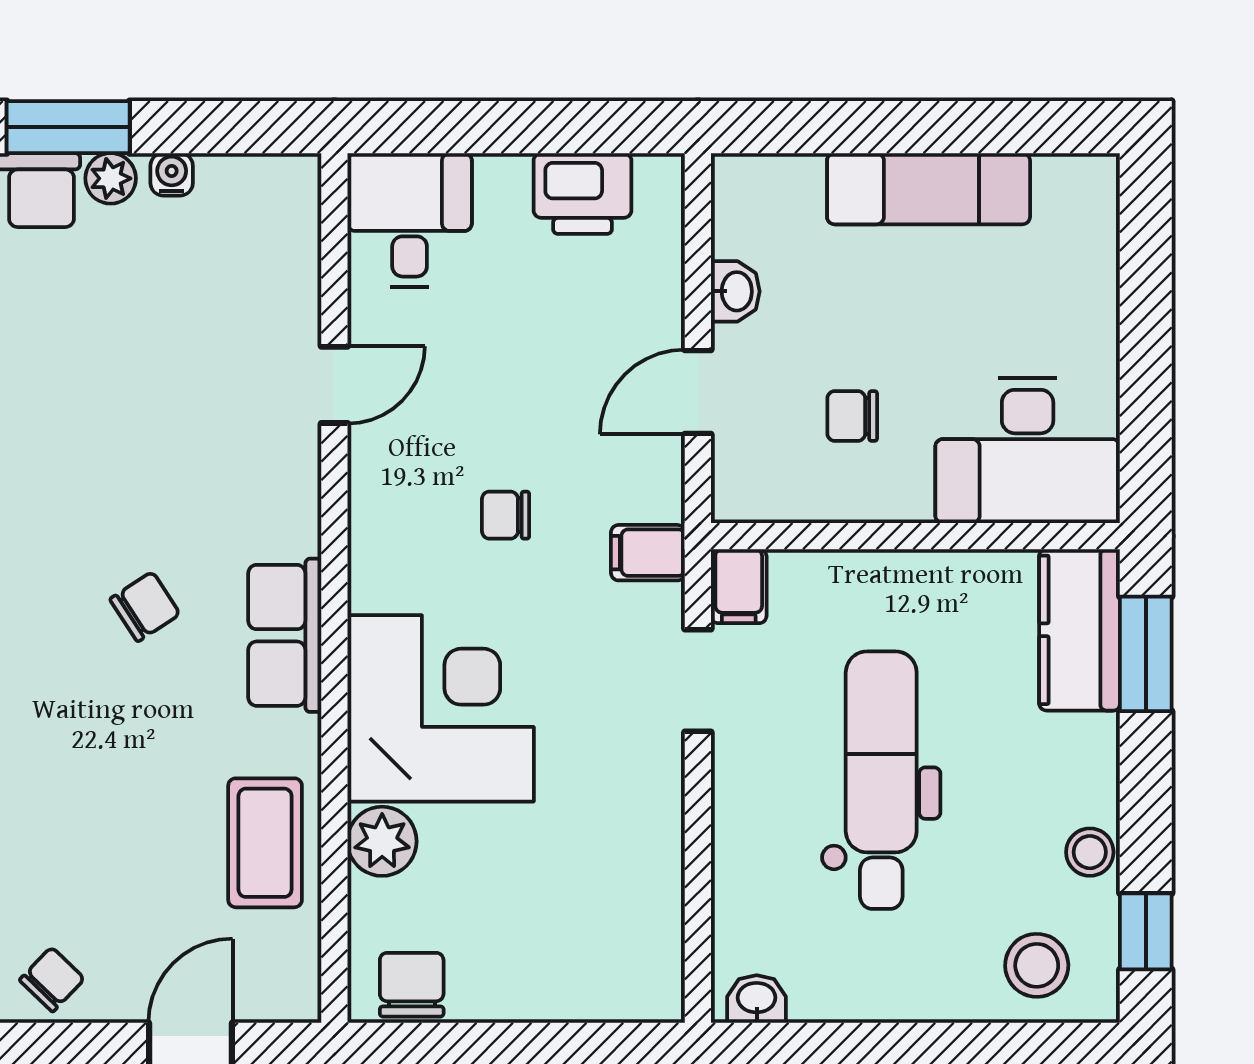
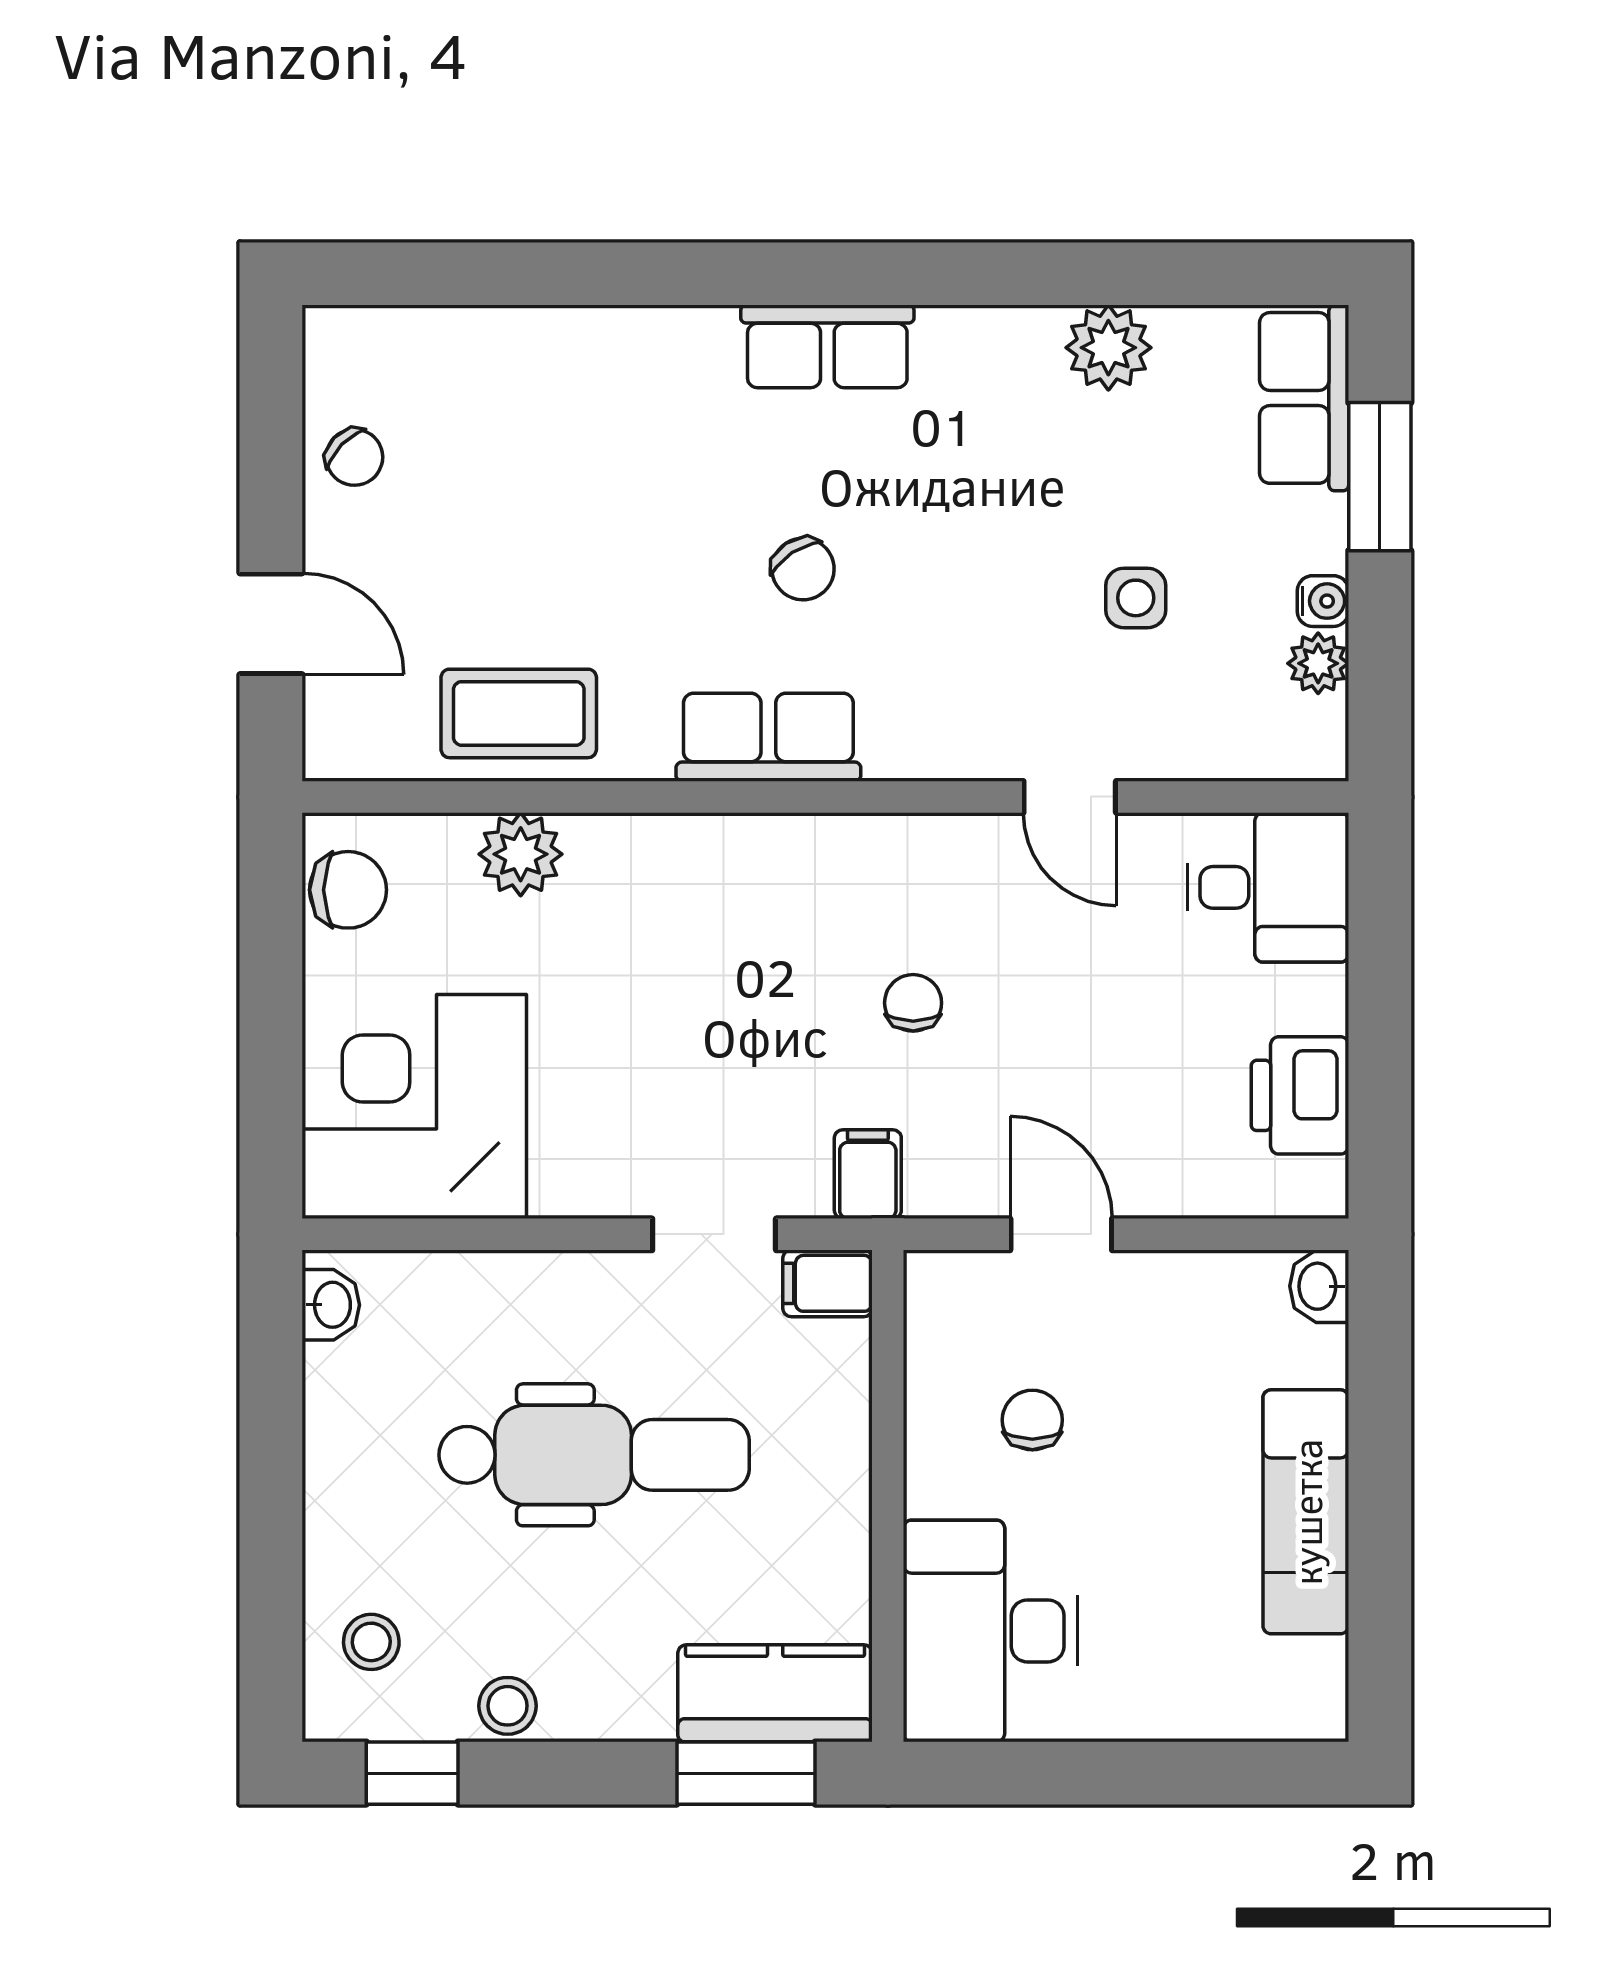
plant: (111, 178) -> (1318, 663), moved
washbasin: (735, 291) -> (1319, 1286), moved, turned 90
side table: (169, 330) -> (1136, 598), added
corner desk: (441, 708) -> (414, 1107), moved, turned 180
stool: (1037, 965) -> (371, 1642), width x0.73, depth x0.73

